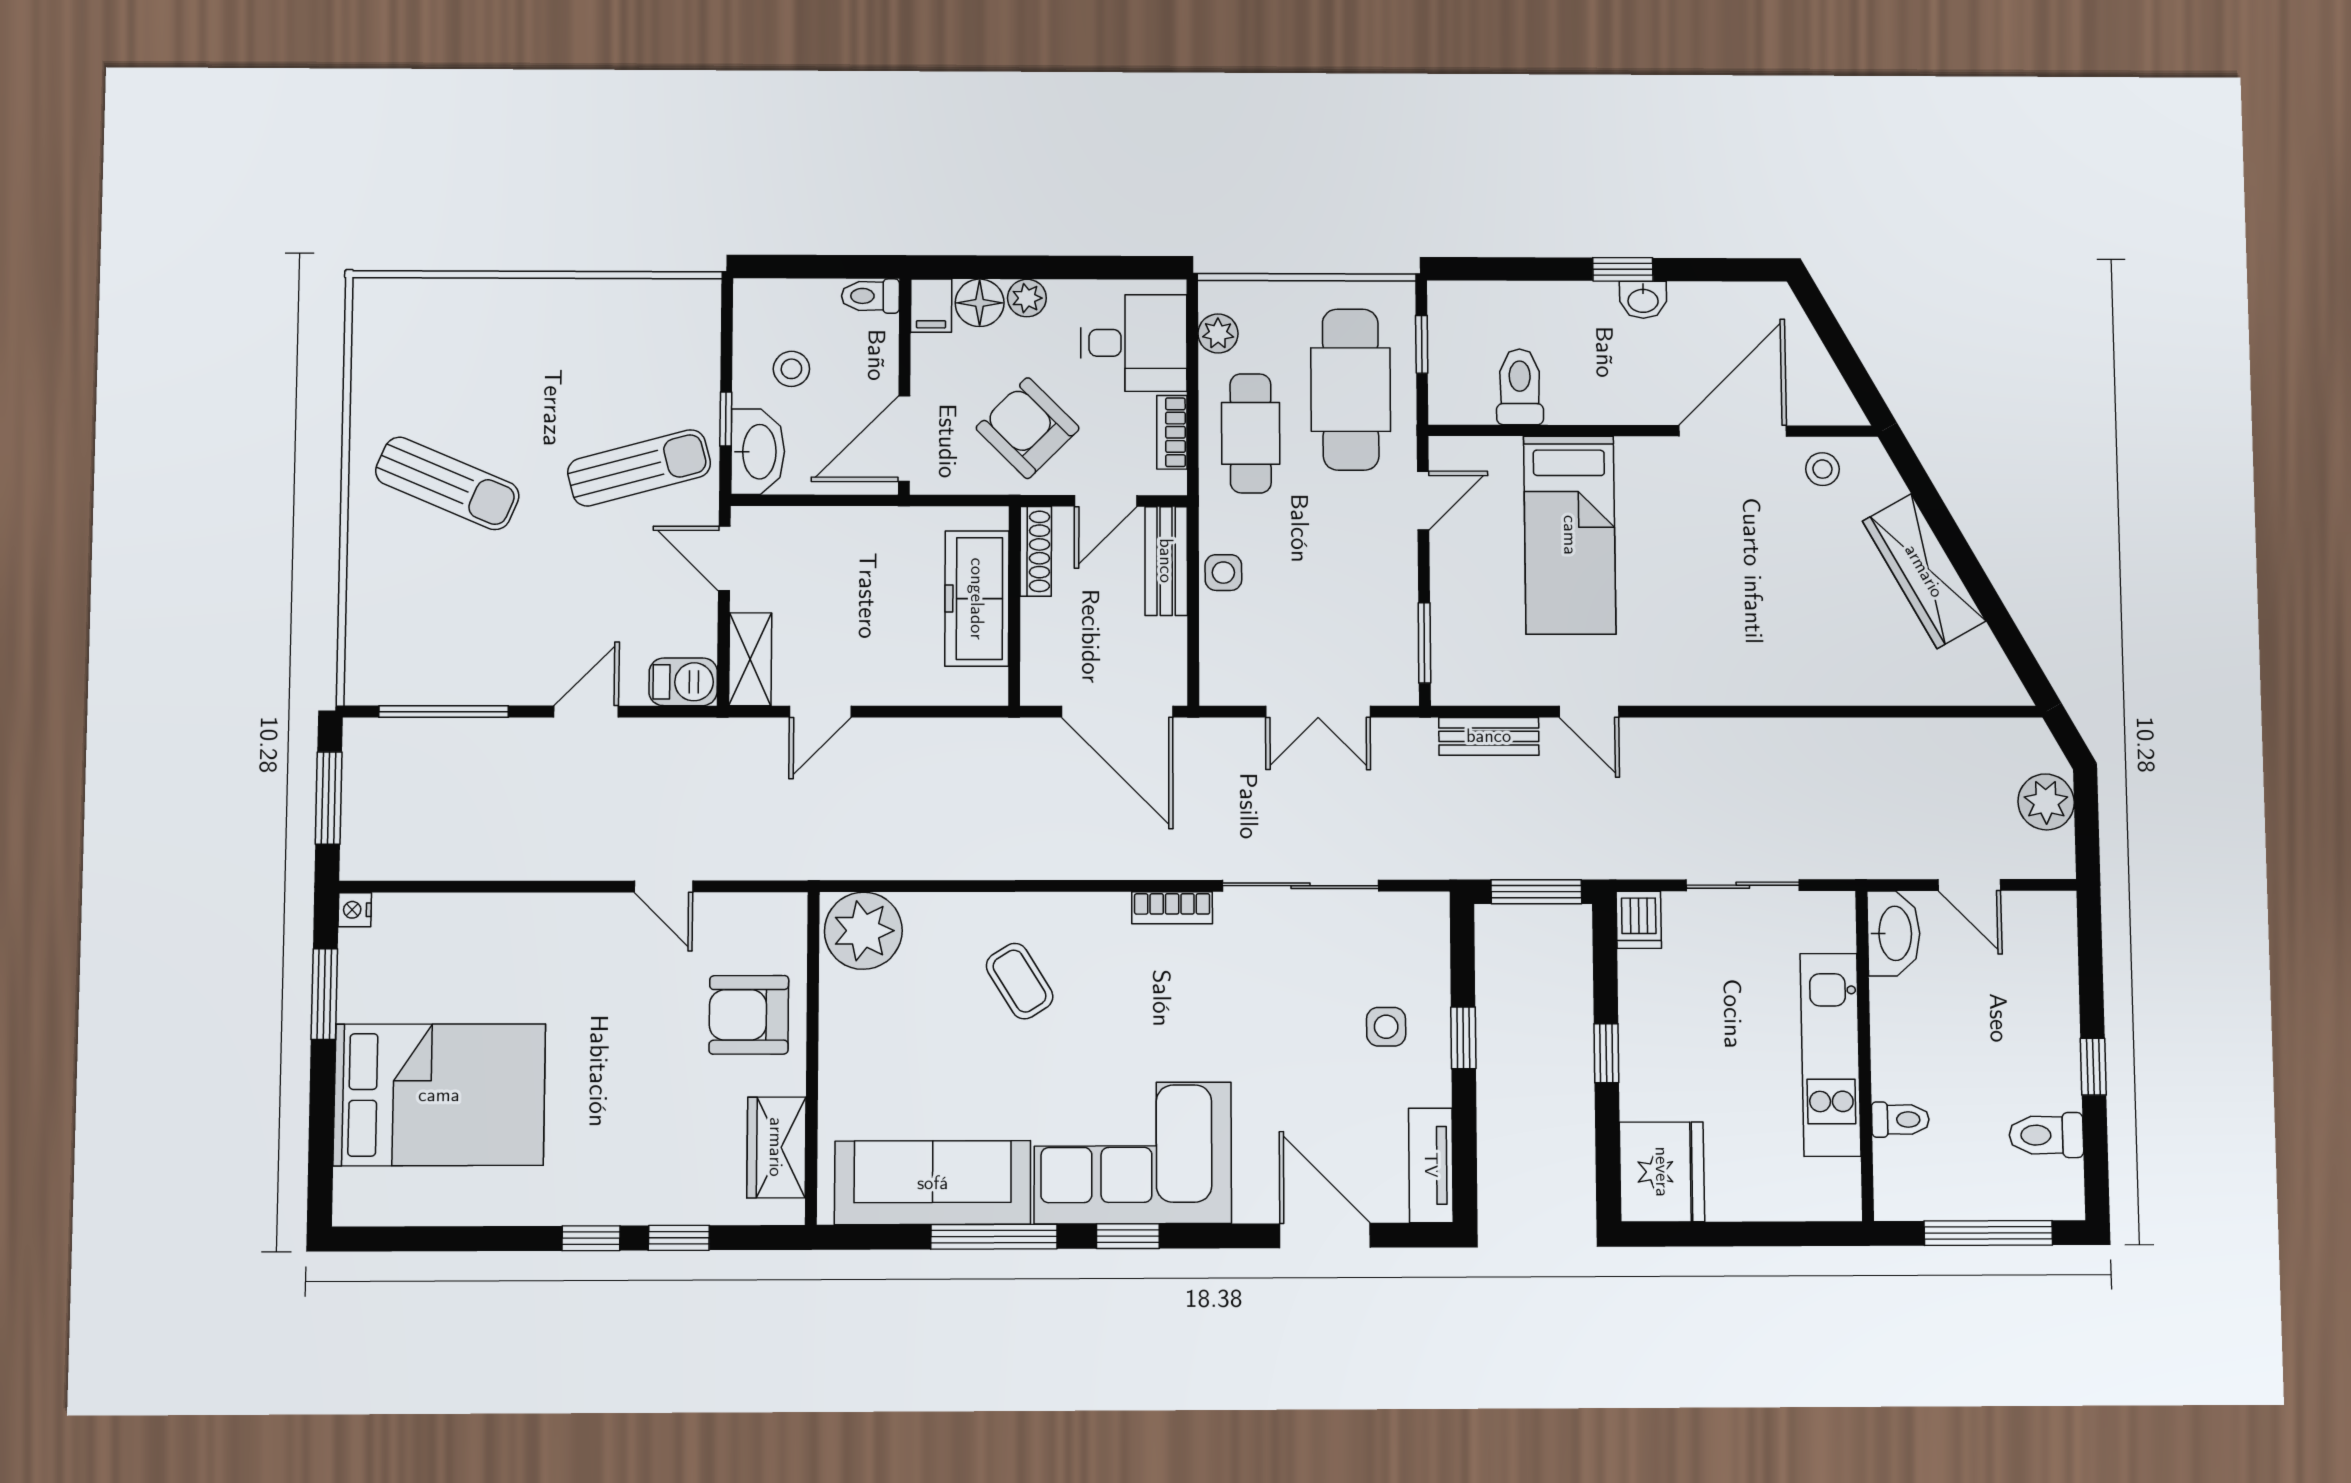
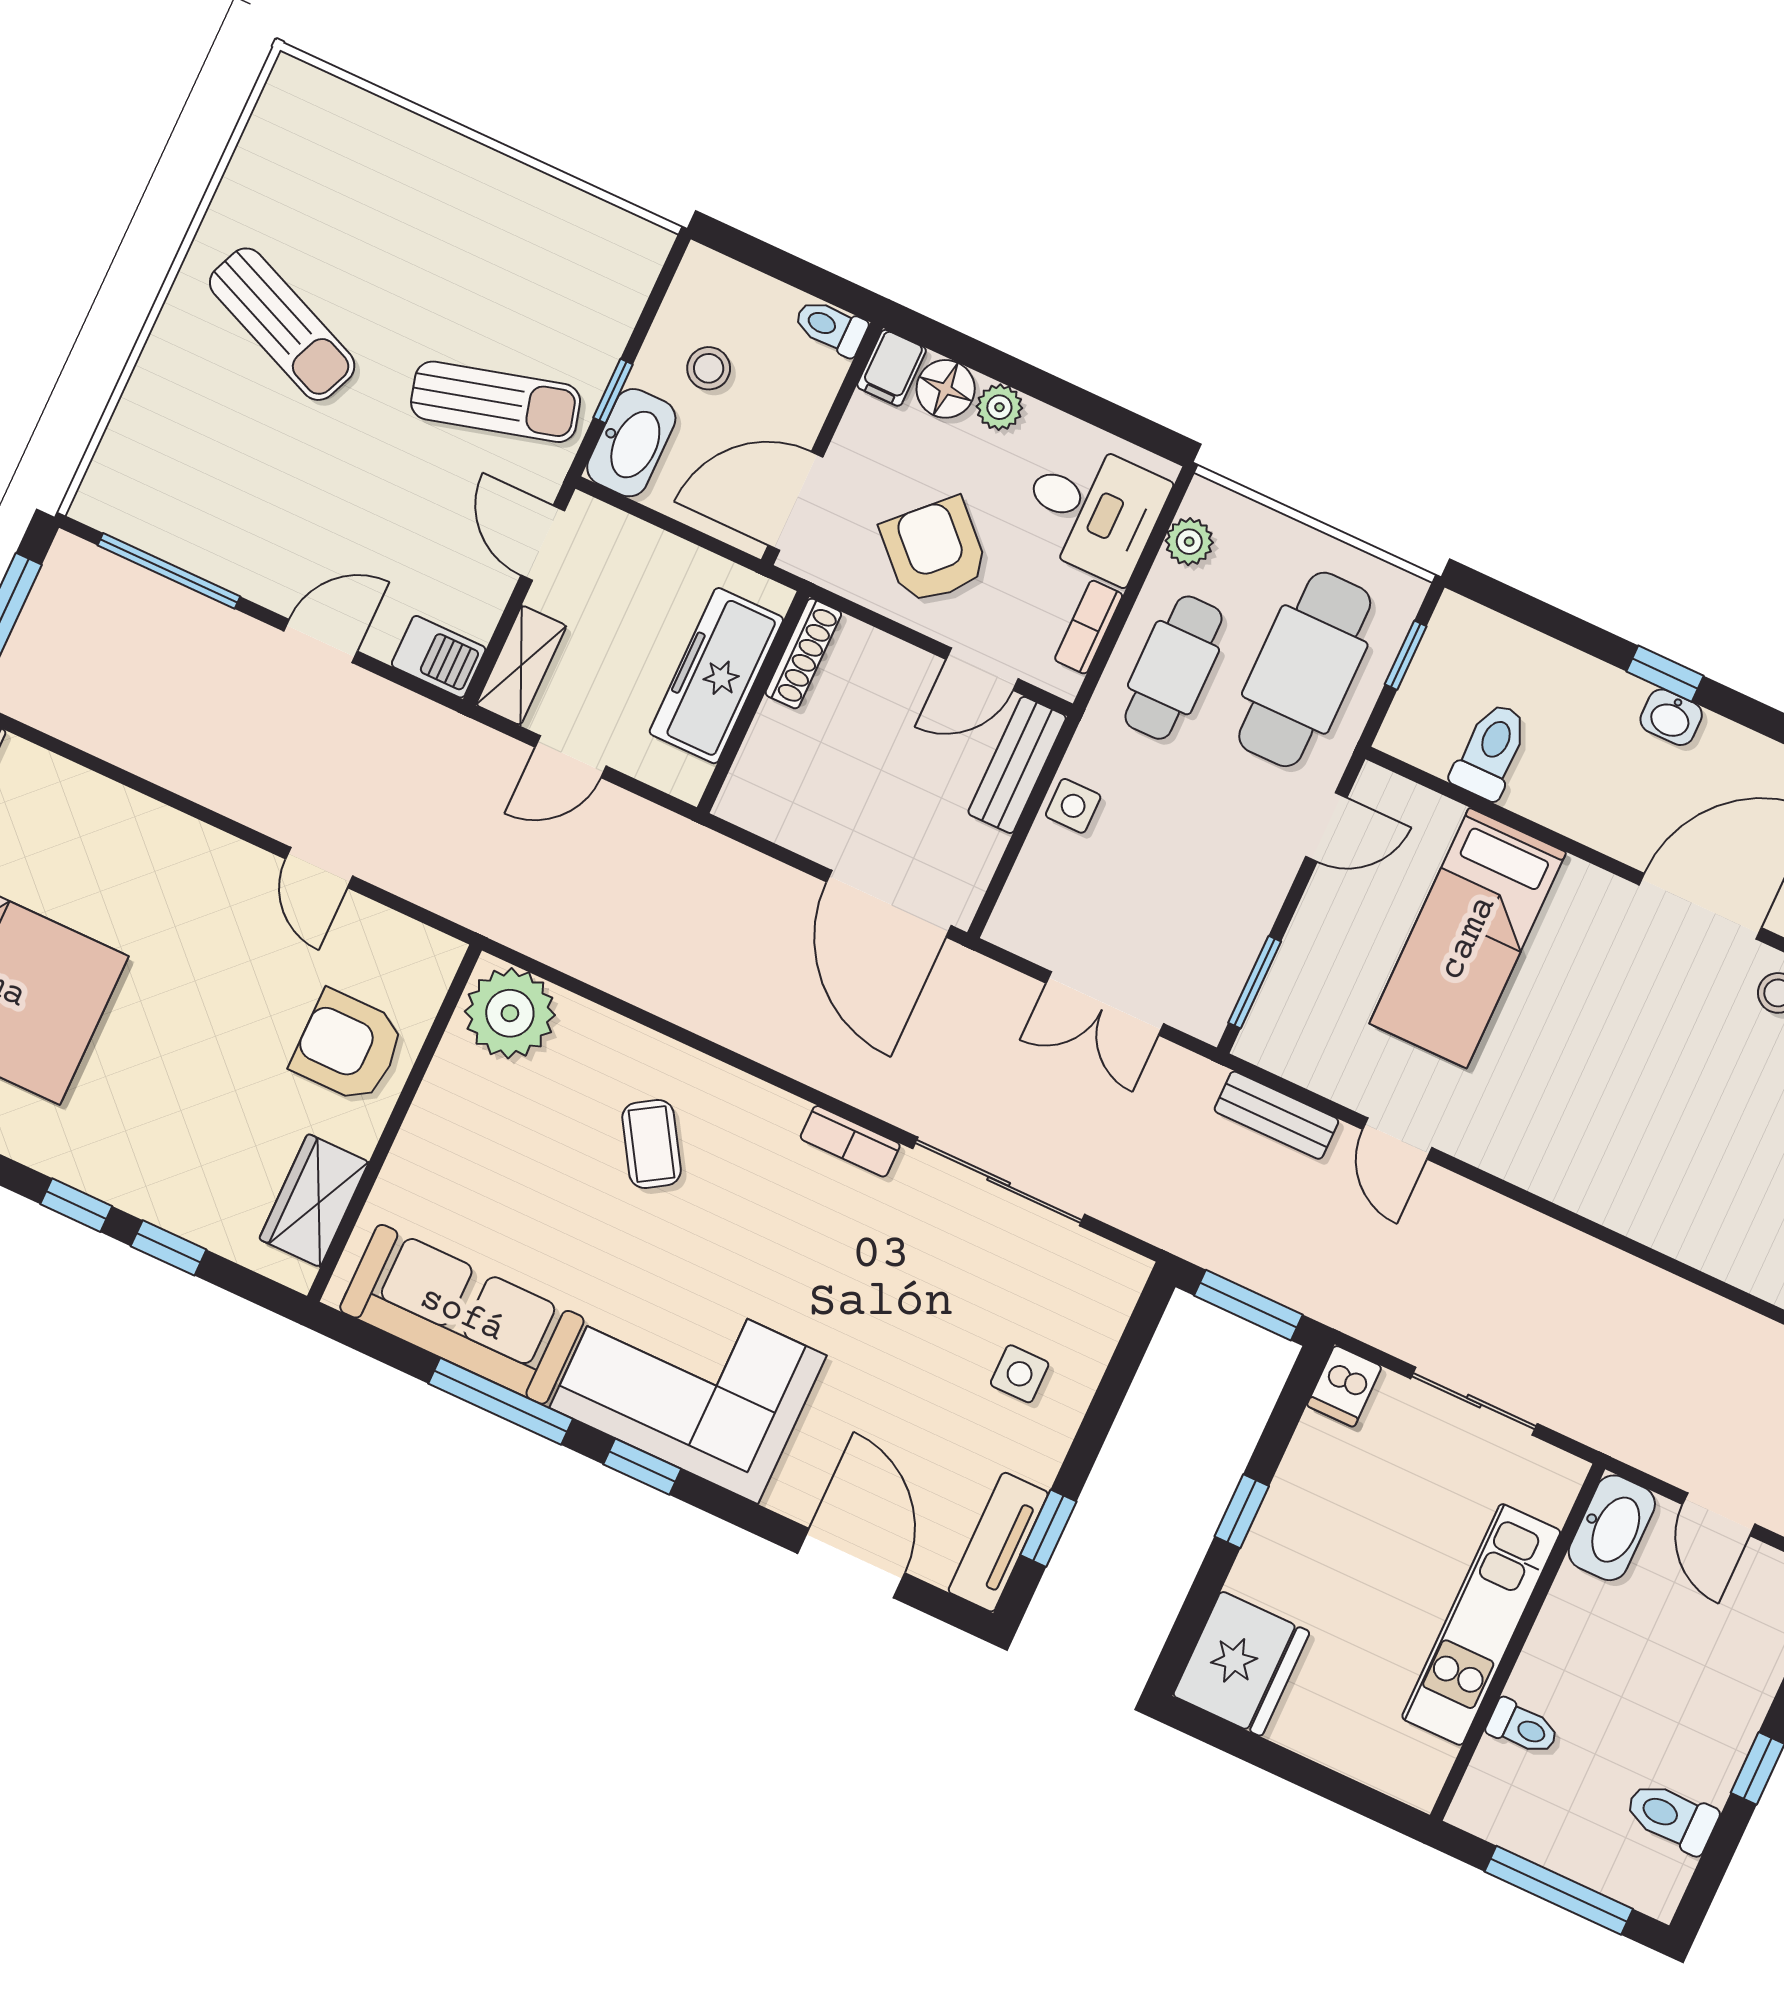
shoe rack: (1036, 551) -> (803, 653), moved
freezer: (977, 599) -> (716, 676), moved
wall: (1014, 606) -> (753, 702), moved
window: (1463, 1038) -> (1048, 1528), moved

